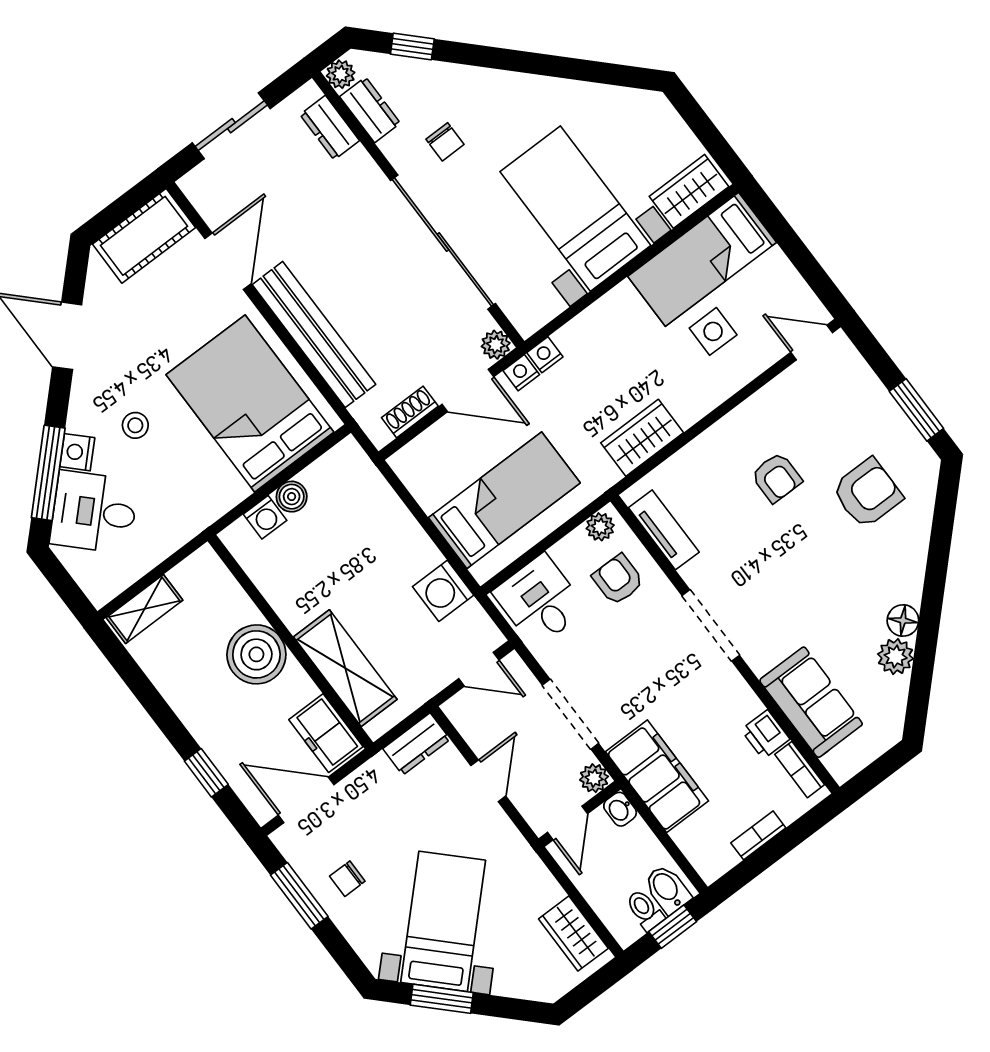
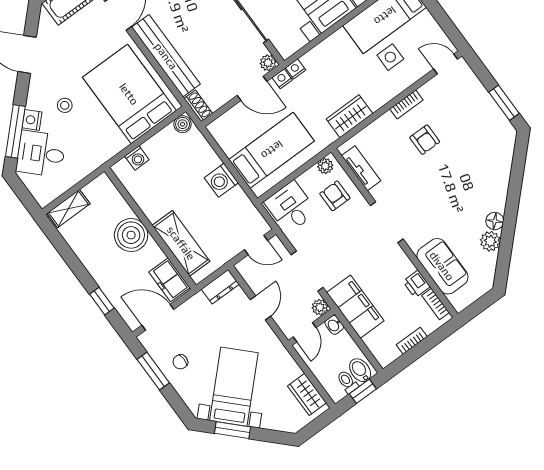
shoe rack: (410, 412) -> (198, 106), moved, turned 90
bookcase: (743, 415) -> (406, 104), added
armchair: (867, 493) -> (476, 149), removed
boiler: (292, 497) -> (183, 124), moved
washing machine: (443, 591) -> (221, 180), moved

